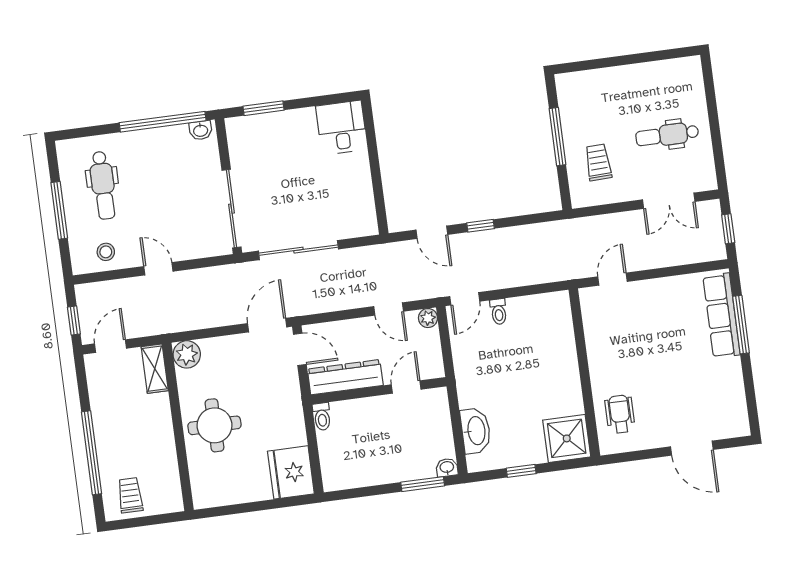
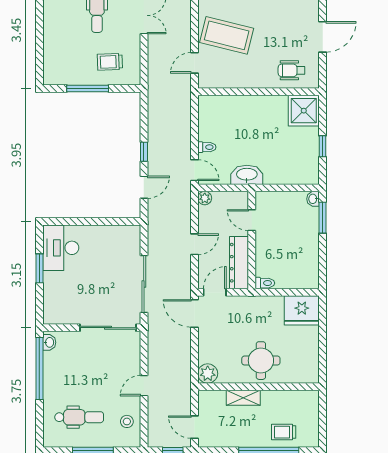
window: (263, 108) -> (39, 268), moved
desk: (342, 128) -> (61, 248), width x1.37
door: (612, 279) -> (194, 63), hinge flipped
door: (389, 309) -> (194, 244), moved
coffee table: (656, 318) -> (227, 35), added
shelving: (155, 369) -> (243, 398), moved
washbasin: (476, 431) -> (247, 175), moved
door: (692, 448) -> (323, 37), moved
trolley: (130, 495) -> (284, 432), moved

